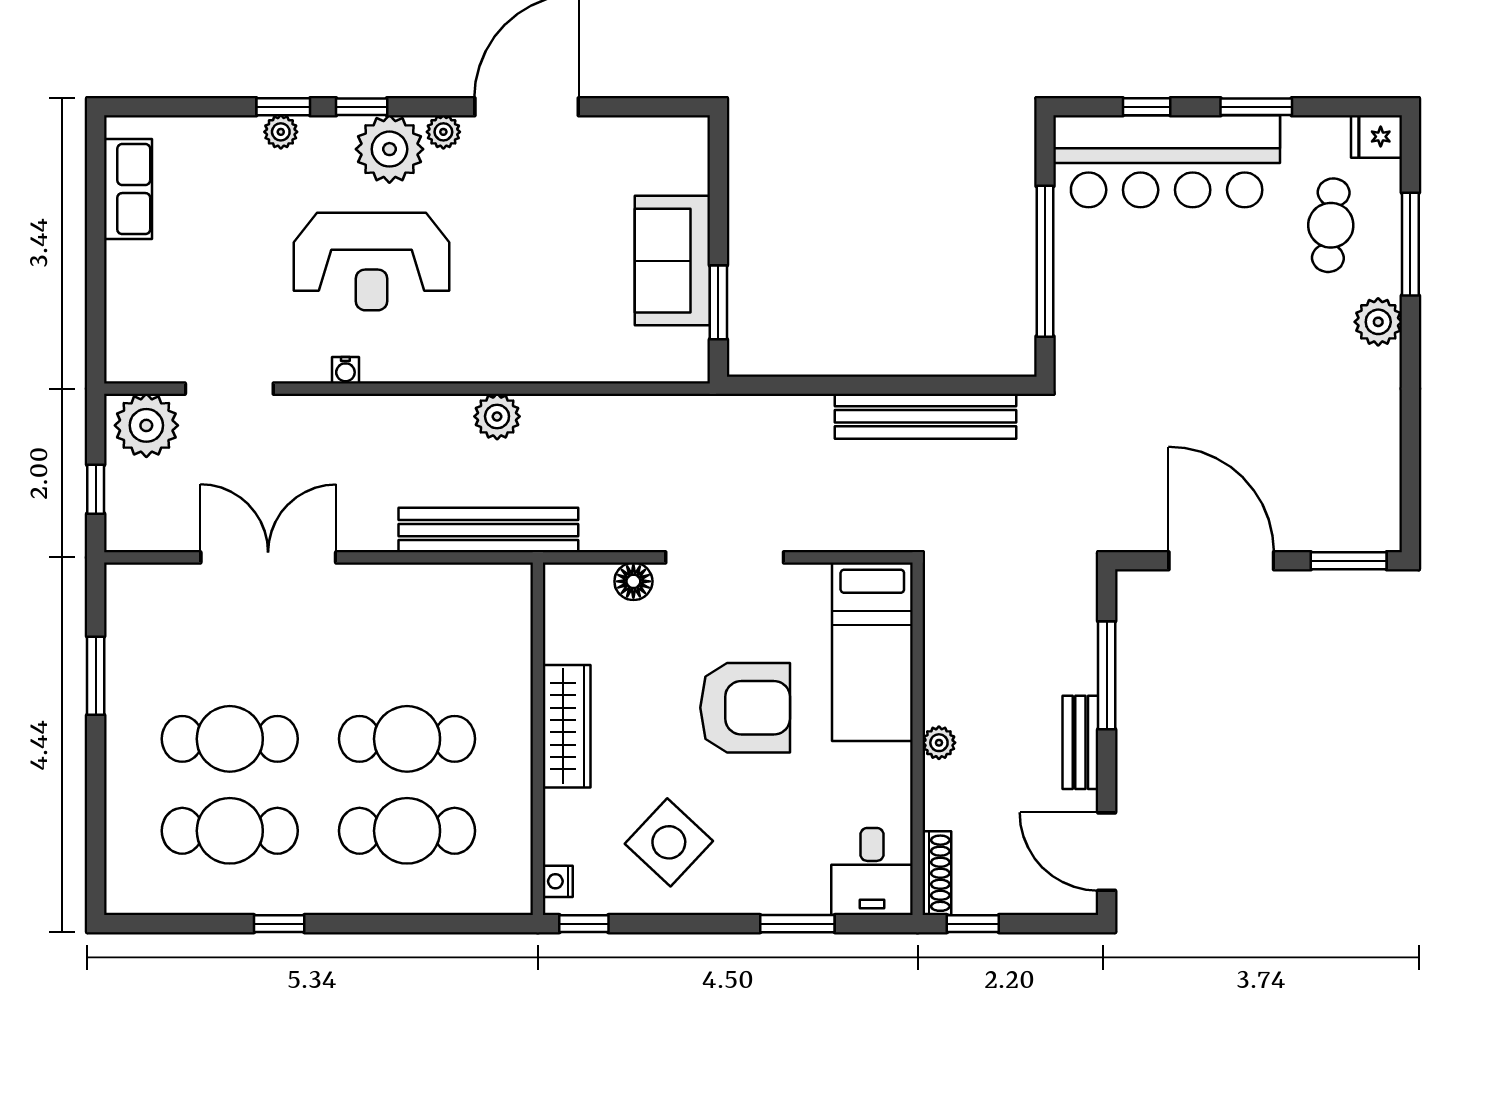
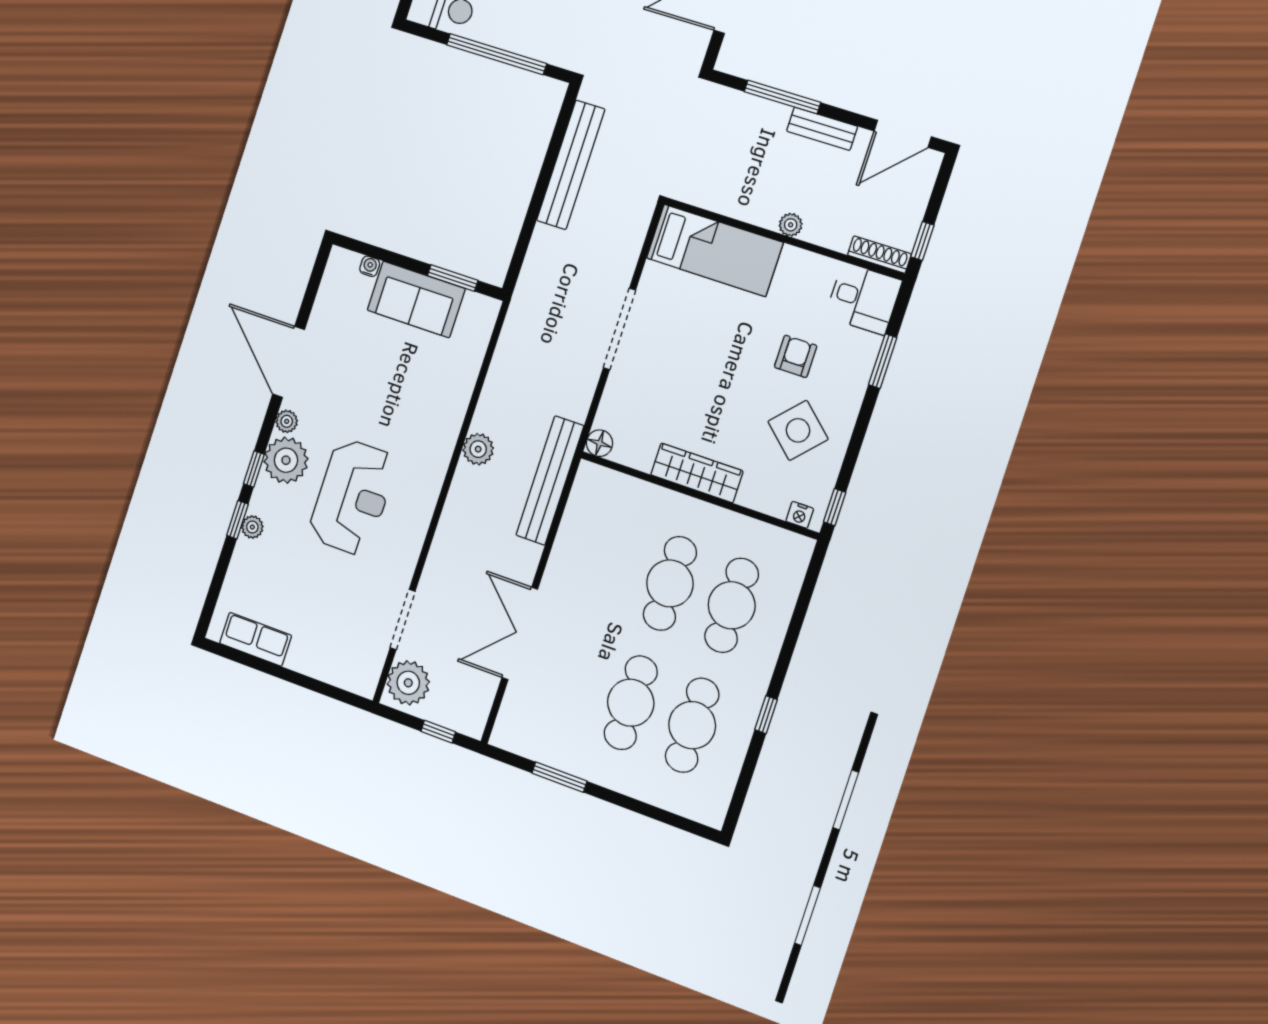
water cooler: (345, 370) -> (370, 266), moved, turned -90
floor lamp: (633, 581) -> (600, 443), moved
armchair: (745, 708) -> (796, 356), moved, width x0.53, depth x0.53

